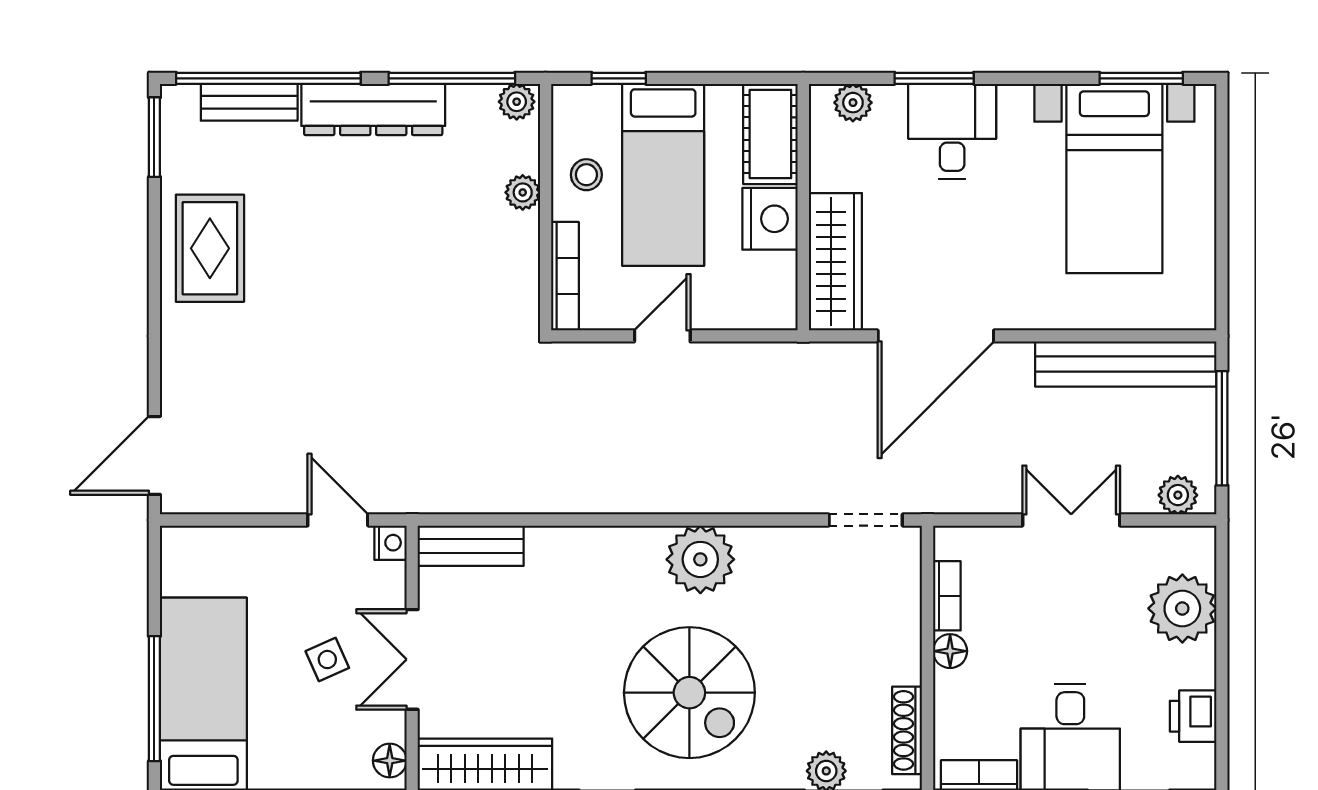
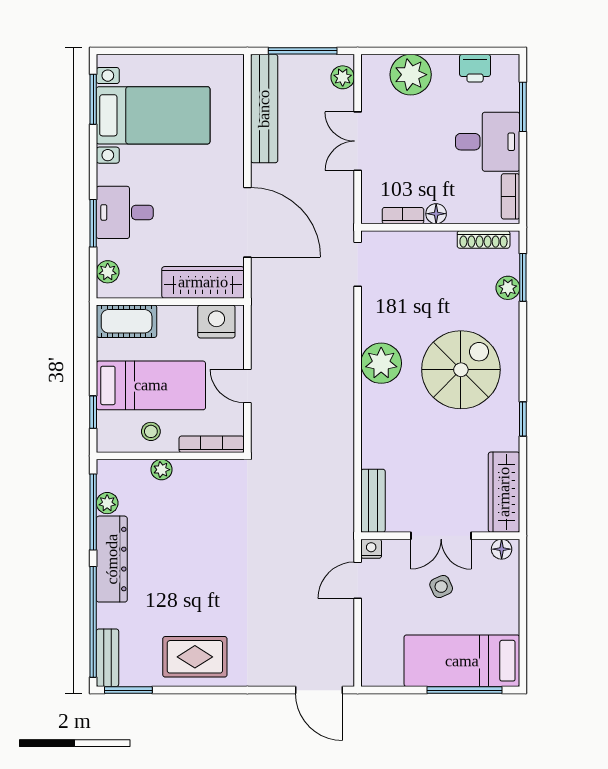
bench: (249, 102) -> (108, 658), moved
plant: (517, 102) -> (107, 503), moved
nightstand: (770, 219) -> (216, 321), moved

